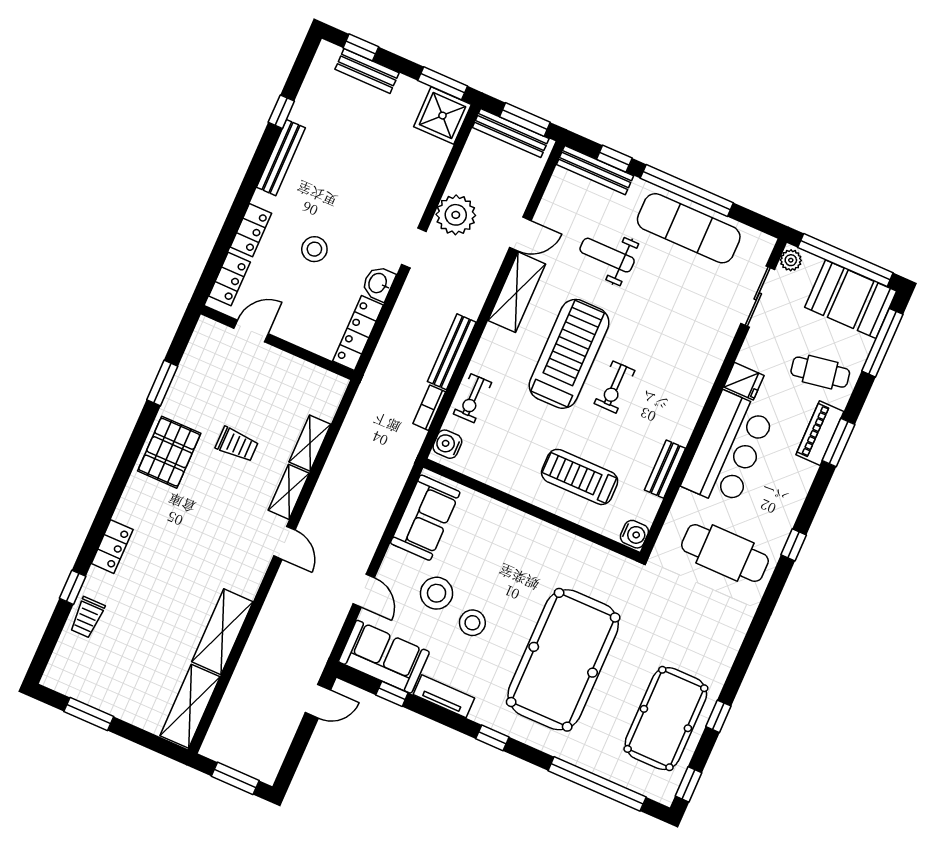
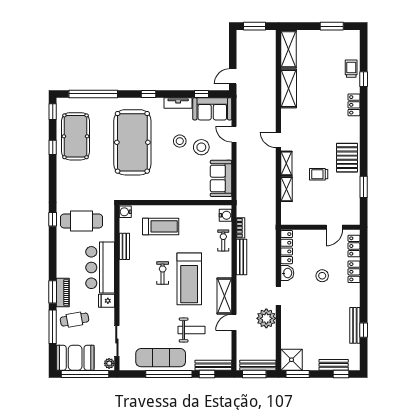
bench: (281, 158) -> (355, 325), moved
window: (882, 343) -> (53, 327), moved
window: (794, 545) -> (53, 219), moved

